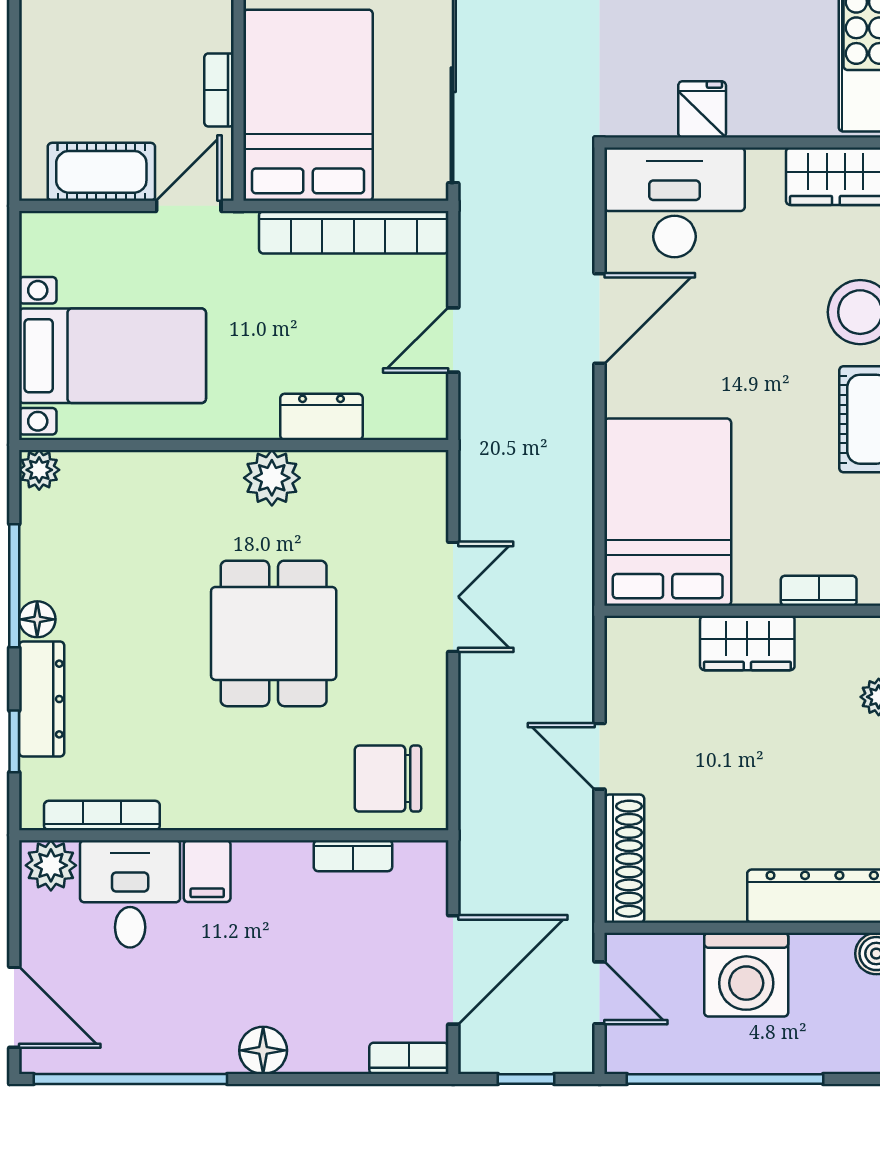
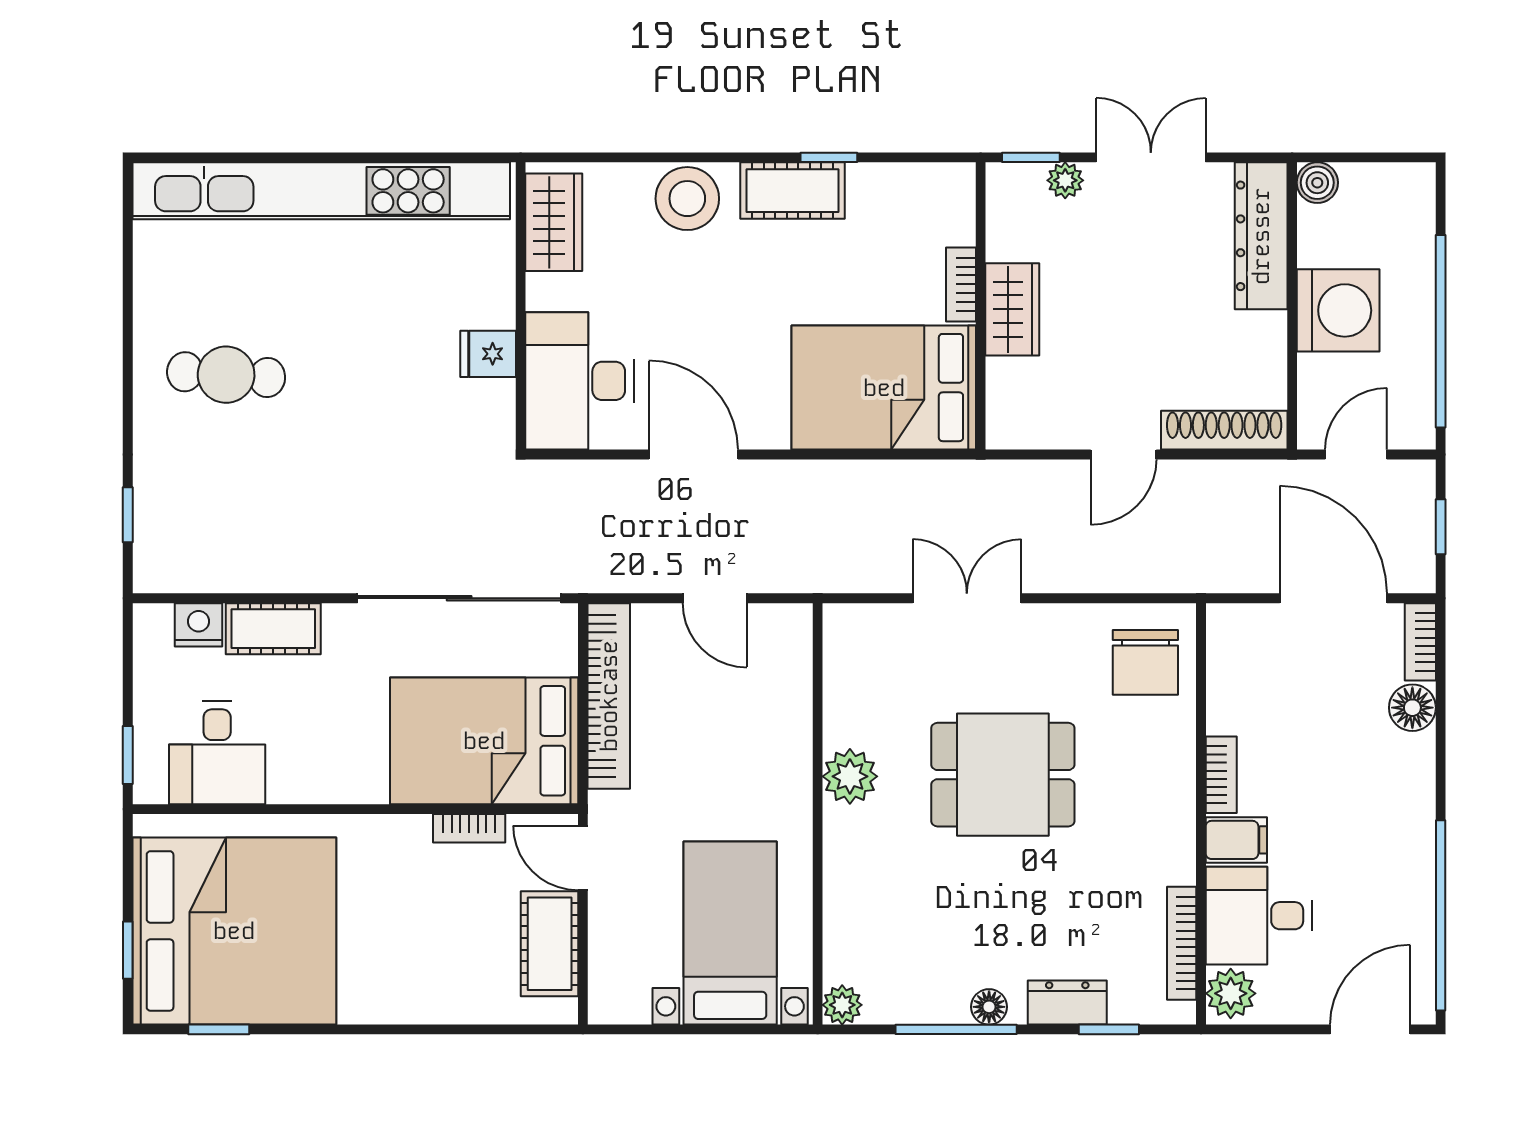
dresser: (321, 417) -> (790, 728), removed
bookcase: (819, 591) -> (961, 284), moved
dresser: (42, 699) -> (1067, 1002), width x0.70
bookcase: (353, 856) -> (1221, 775), moved
floor lamp: (263, 1050) -> (1412, 708), moved

